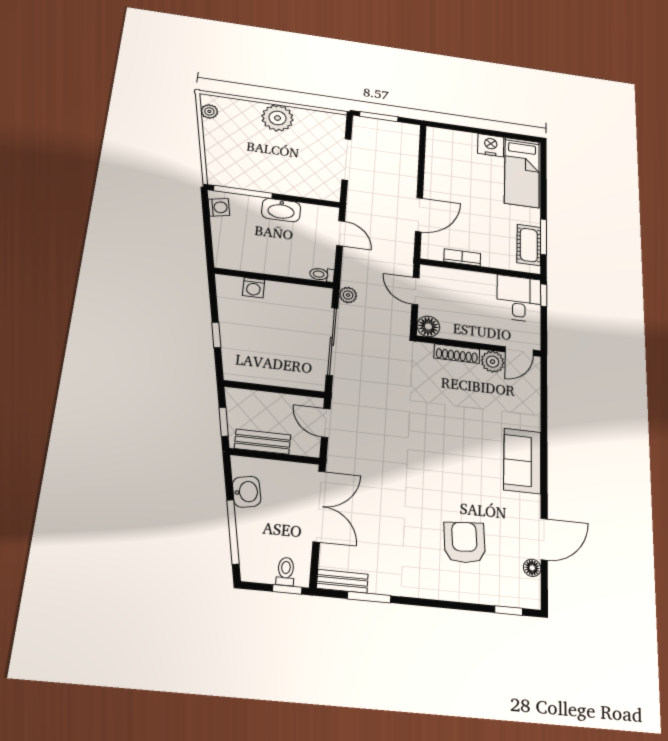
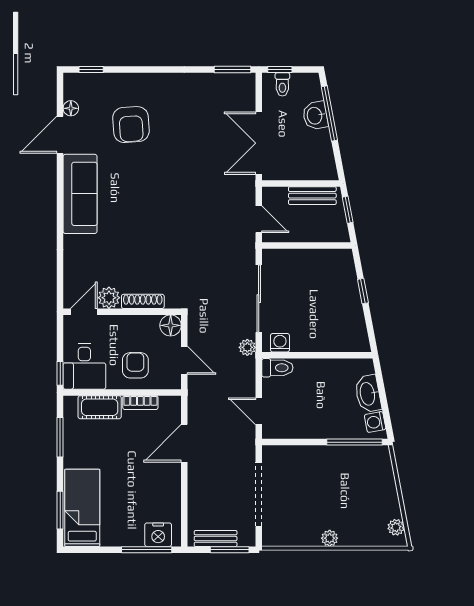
plant: (278, 118) -> (330, 538), width x0.53, depth x0.53
window: (460, 128) -> (147, 550), added
nightstand: (491, 145) -> (158, 535), moved
doorway: (346, 159) -> (259, 494), width x1.36
window: (543, 173) -> (60, 510), added
washbasin: (281, 210) -> (368, 394), moved, turned -101
cot: (529, 245) -> (100, 407), moved, turned 90
toilet: (322, 275) -> (277, 368), width x1.37, depth x1.39
washing machine: (254, 288) -> (280, 343), moved
armchair: (466, 293) -> (135, 365), added
sofa: (522, 461) -> (80, 194), width x1.36
washbasin: (247, 492) -> (315, 116), moved
bench: (342, 581) -> (216, 539), moved
window: (369, 597) -> (232, 70), moved

